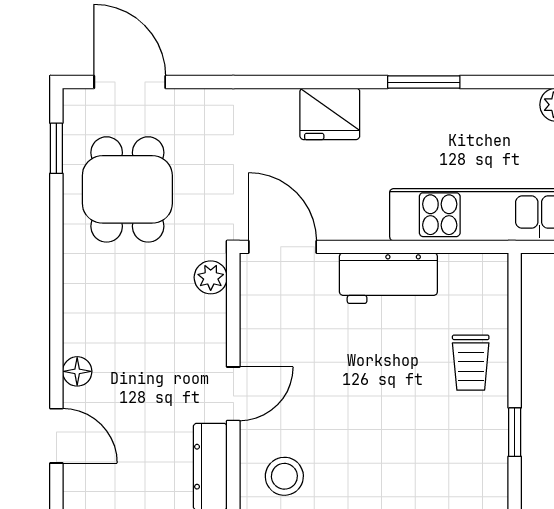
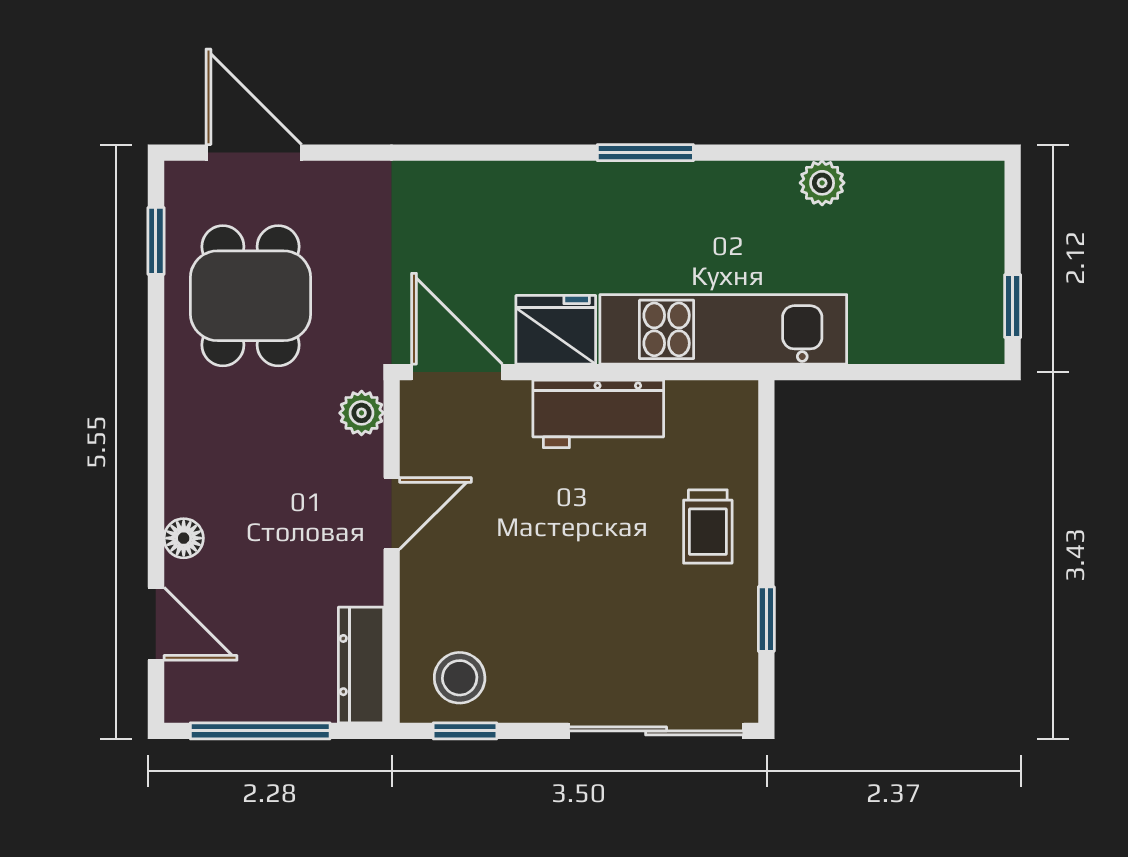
fridge: (330, 114) -> (556, 330), moved, turned 180
door: (233, 394) -> (392, 513), moved

